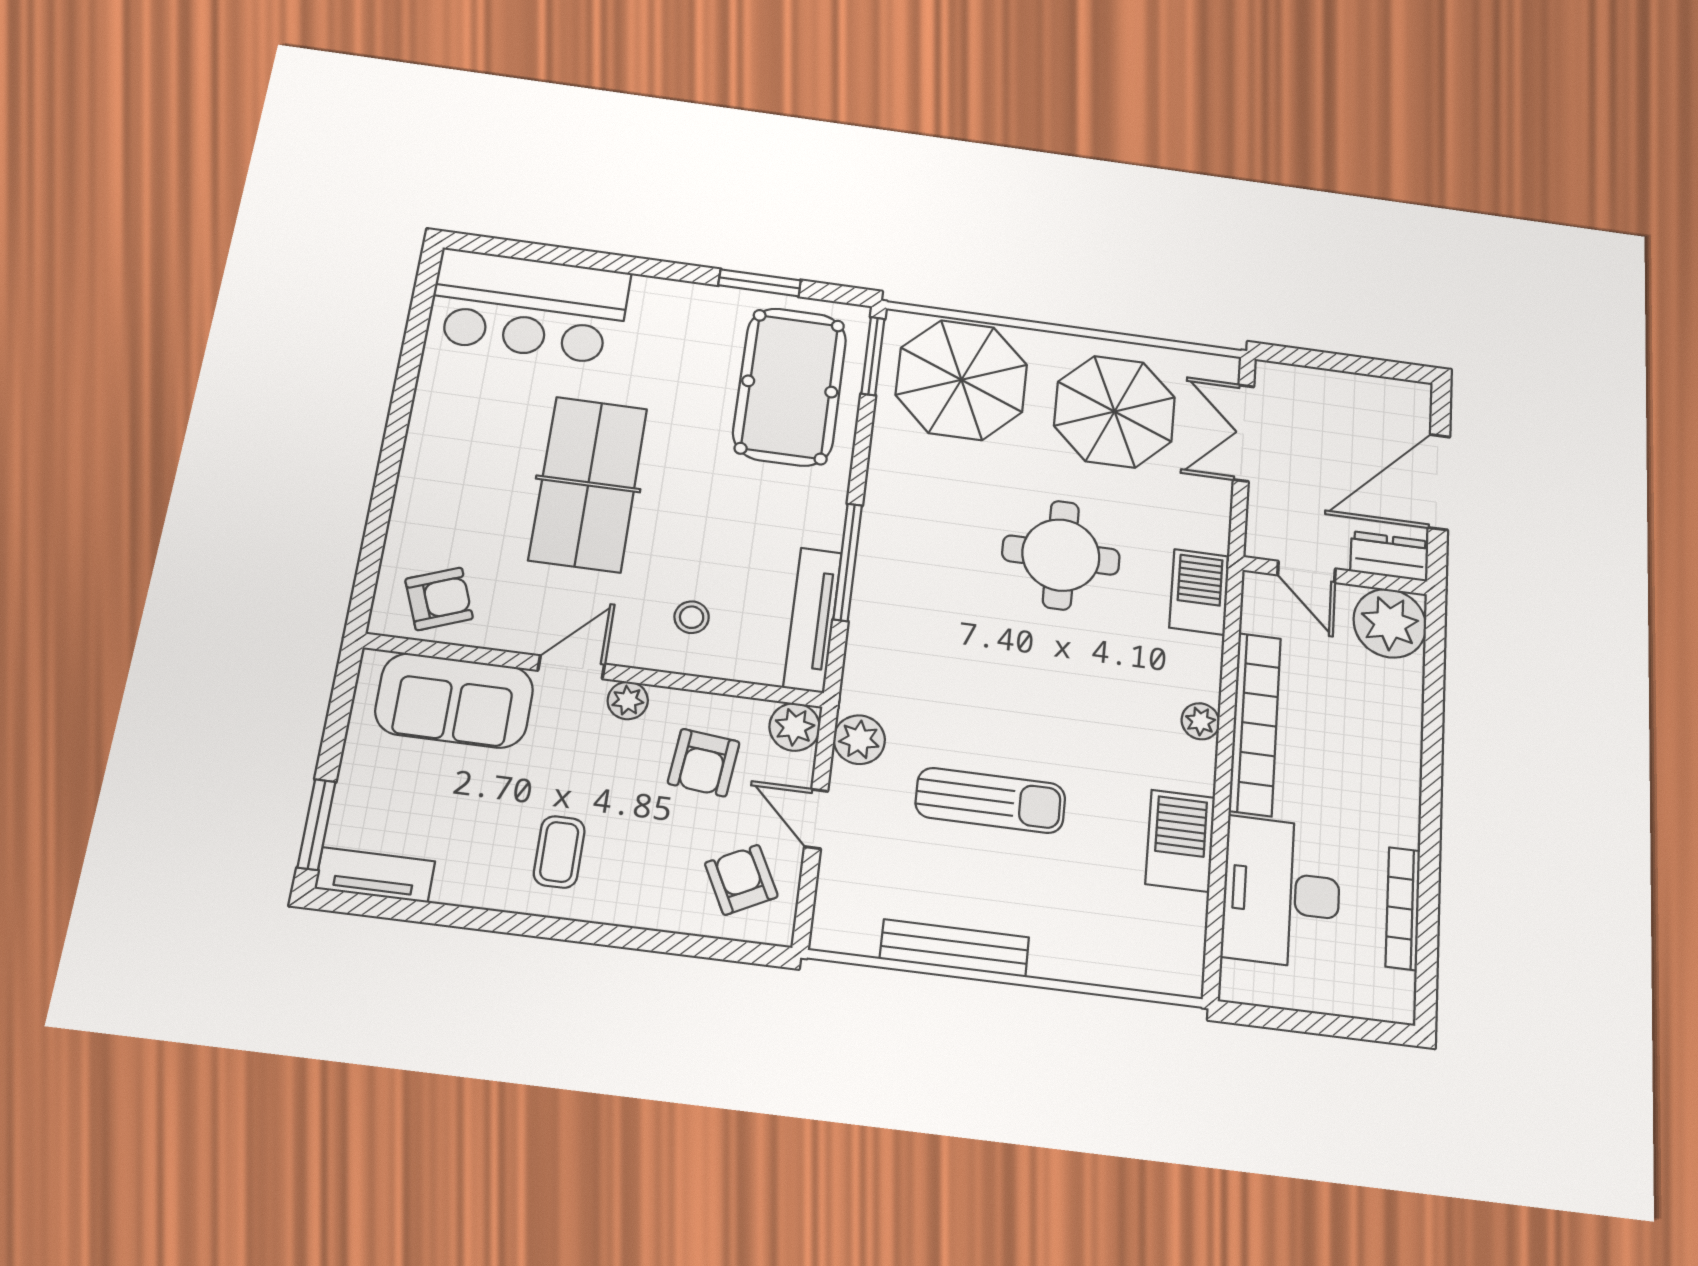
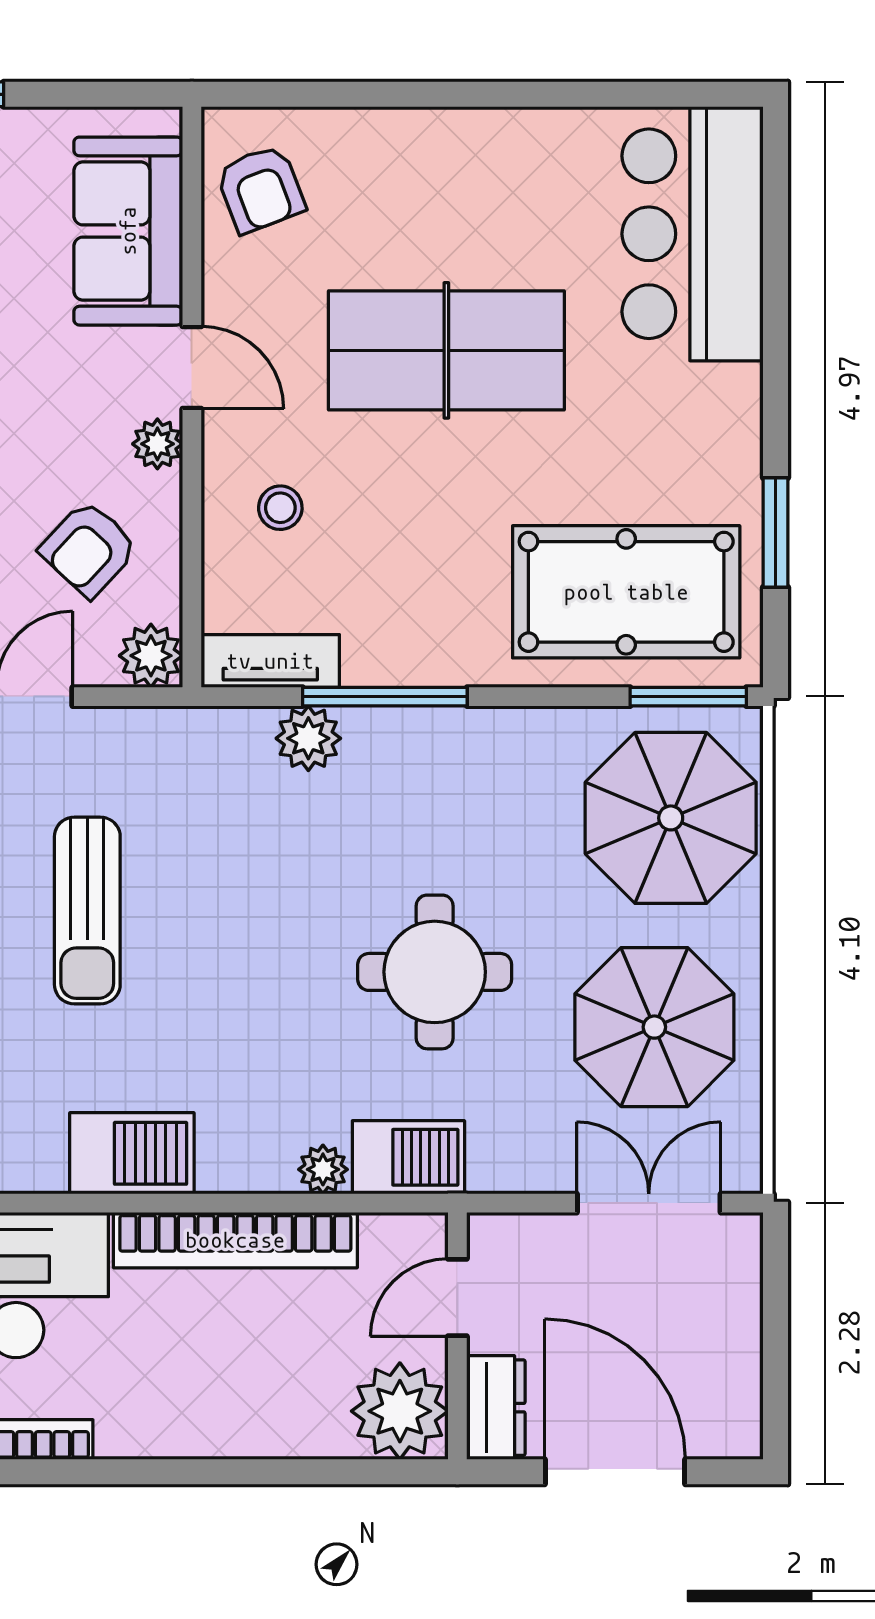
tv unit: (813, 620) -> (270, 661), width x0.71
plant: (1200, 721) -> (323, 1169), moved
plant: (859, 740) -> (308, 738), moved
armchair: (704, 763) -> (89, 549), turned -53
barbecue: (1180, 841) -> (132, 1153), moved

